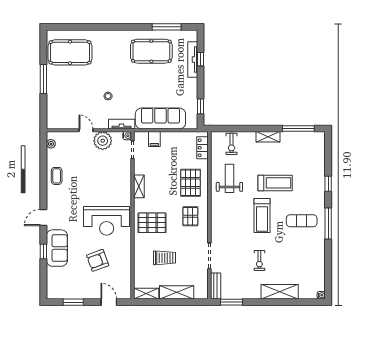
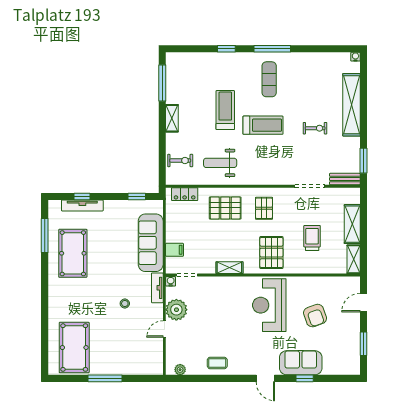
pallet: (190, 216) -> (264, 208), turned 90
reception desk: (107, 221) -> (269, 305), turned 180
shelving: (280, 292) -> (351, 105), width x1.47

